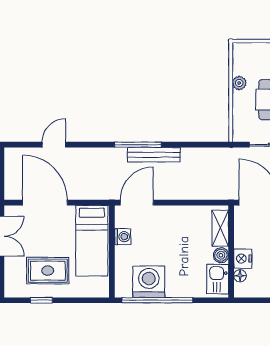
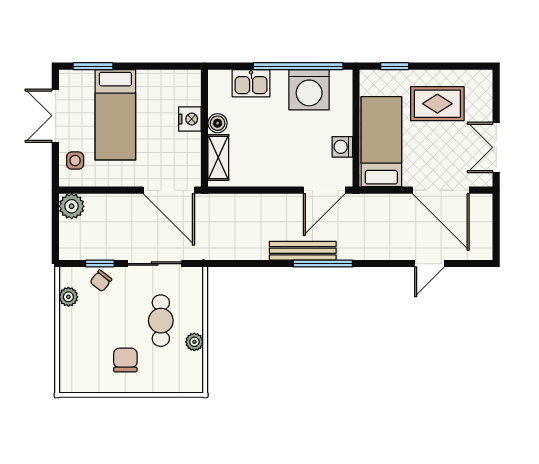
floor lamp: (240, 276) -> (193, 97), removed
kitchen sink: (218, 279) -> (251, 83), moved, turned 90
window: (41, 300) -> (395, 66), moved

